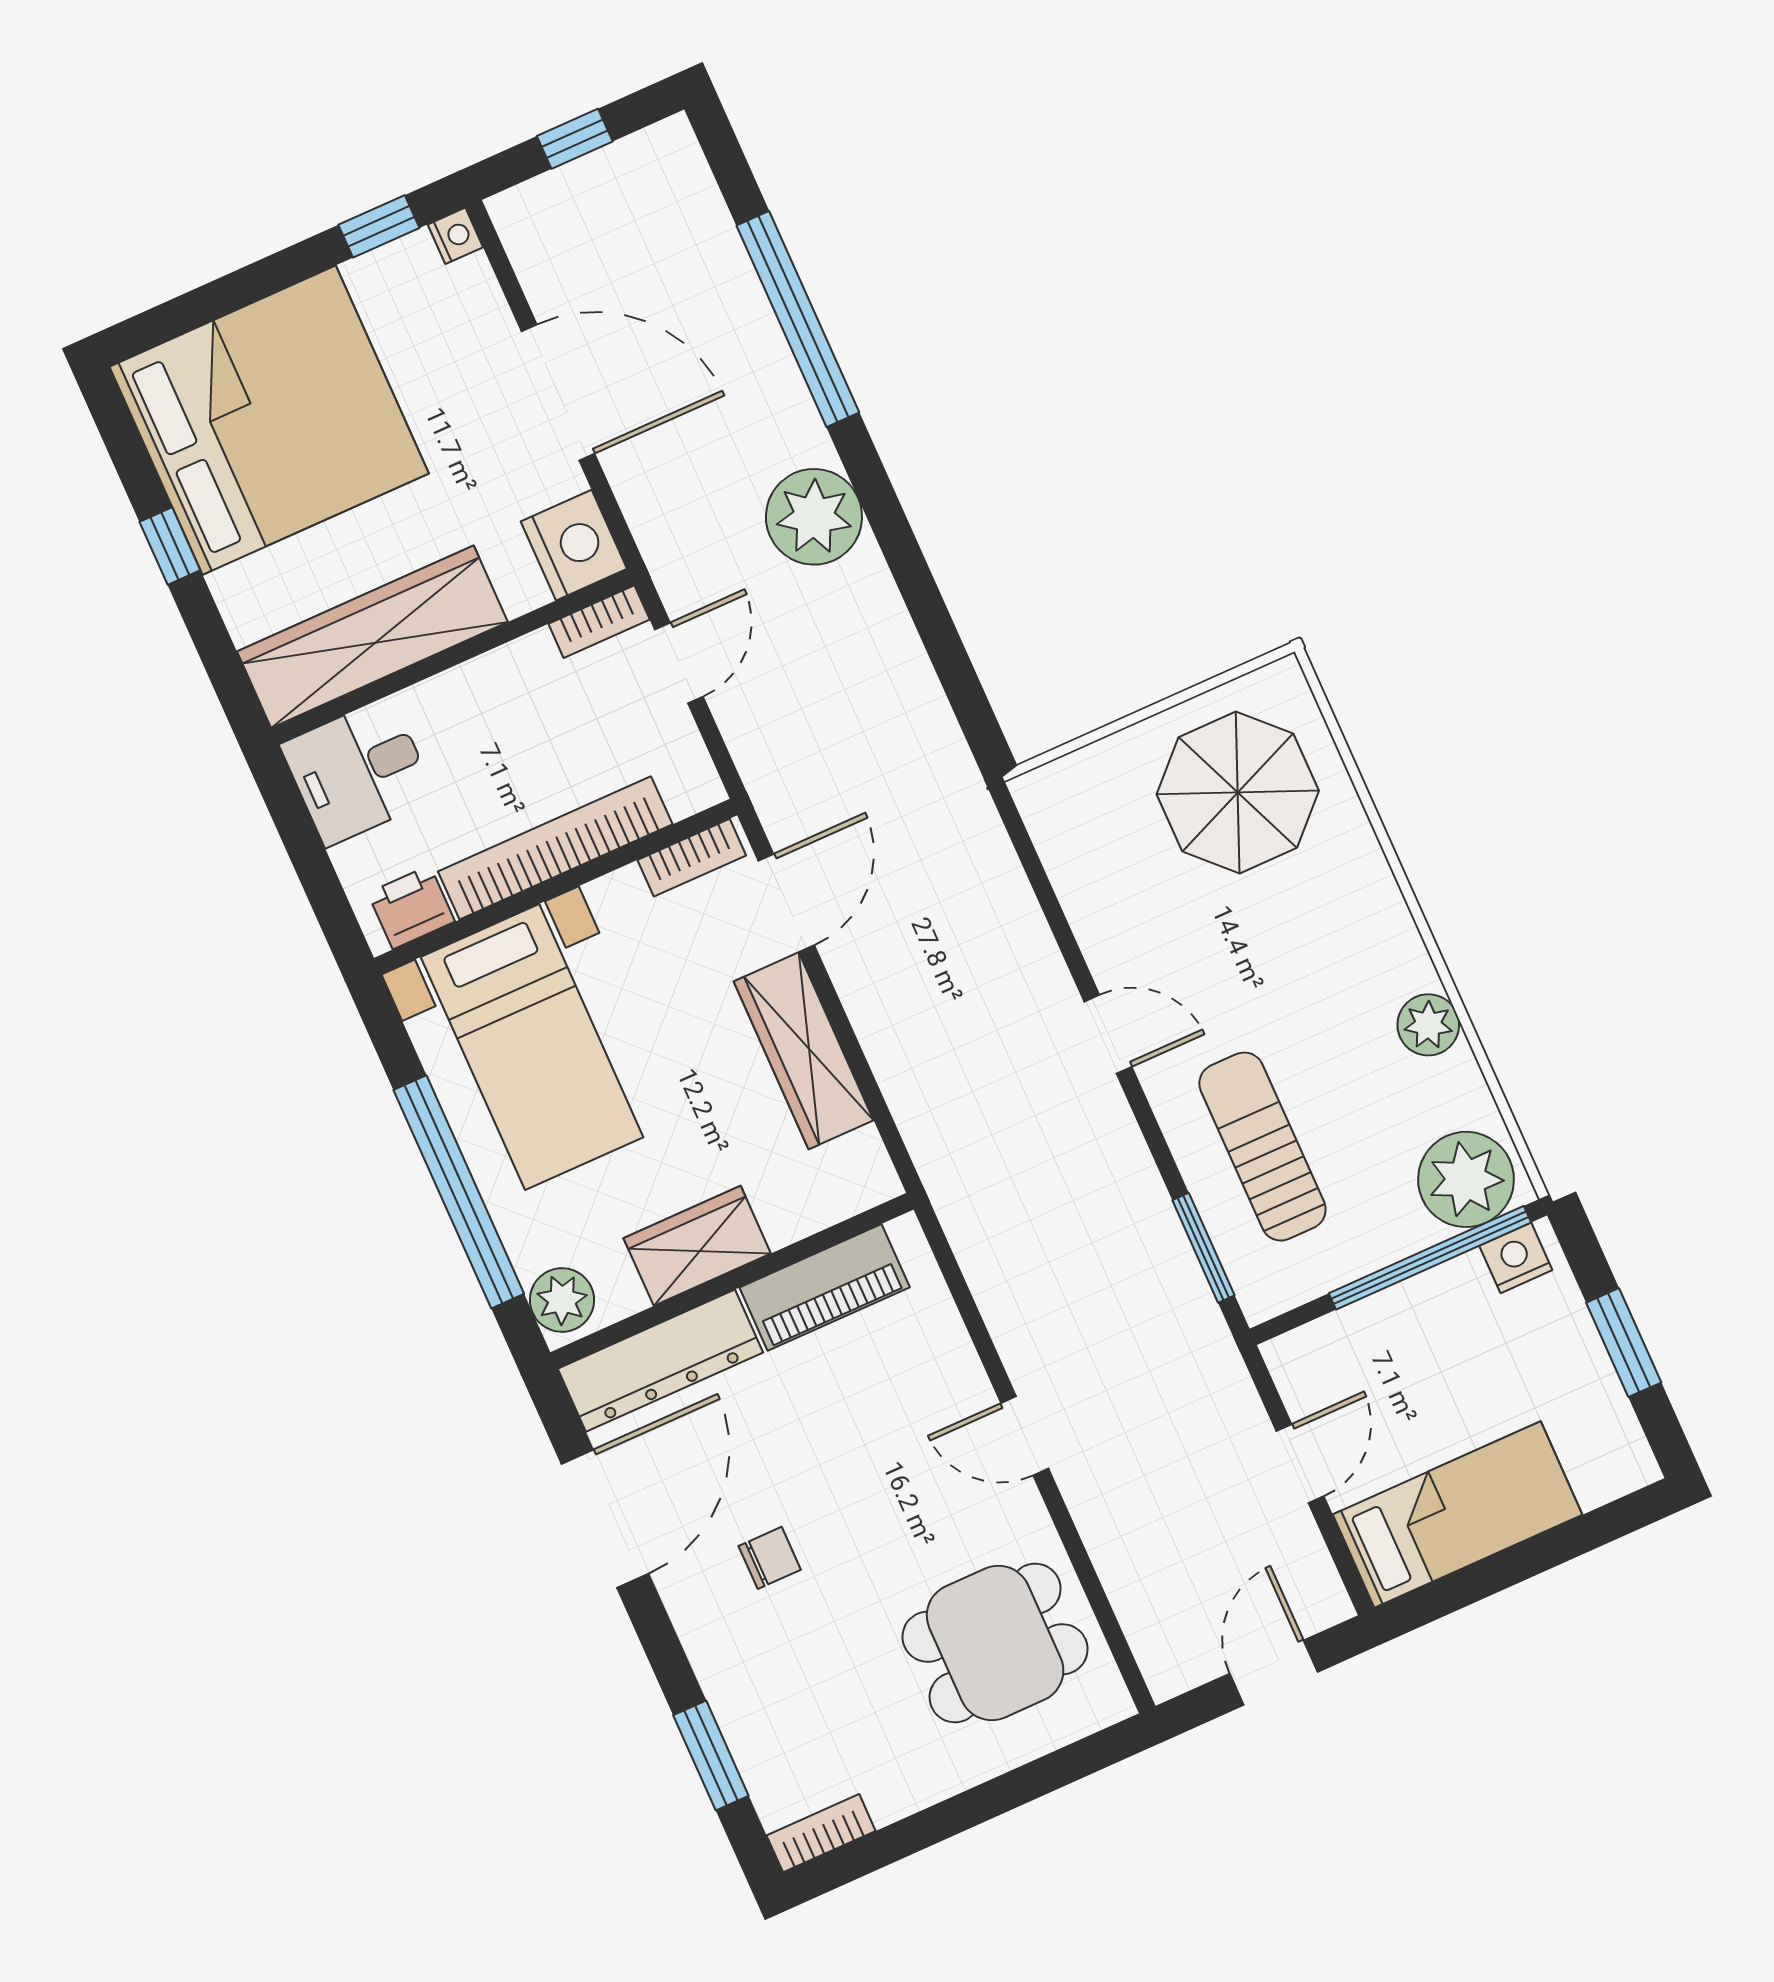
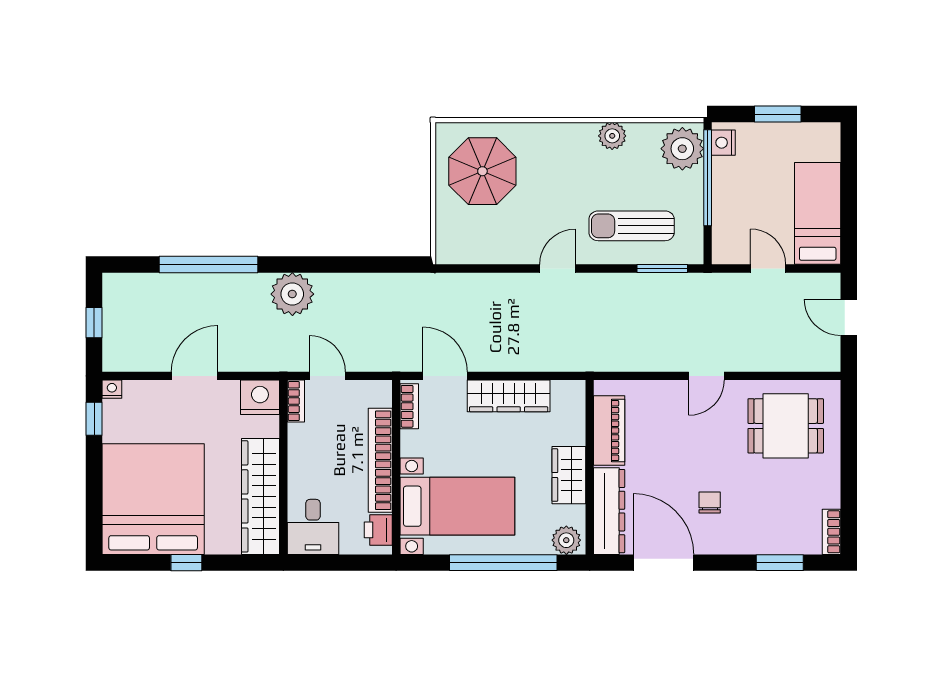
door: (558, 392) -> (195, 376), width x0.73
dining table: (995, 1643) -> (786, 426), turned 90

